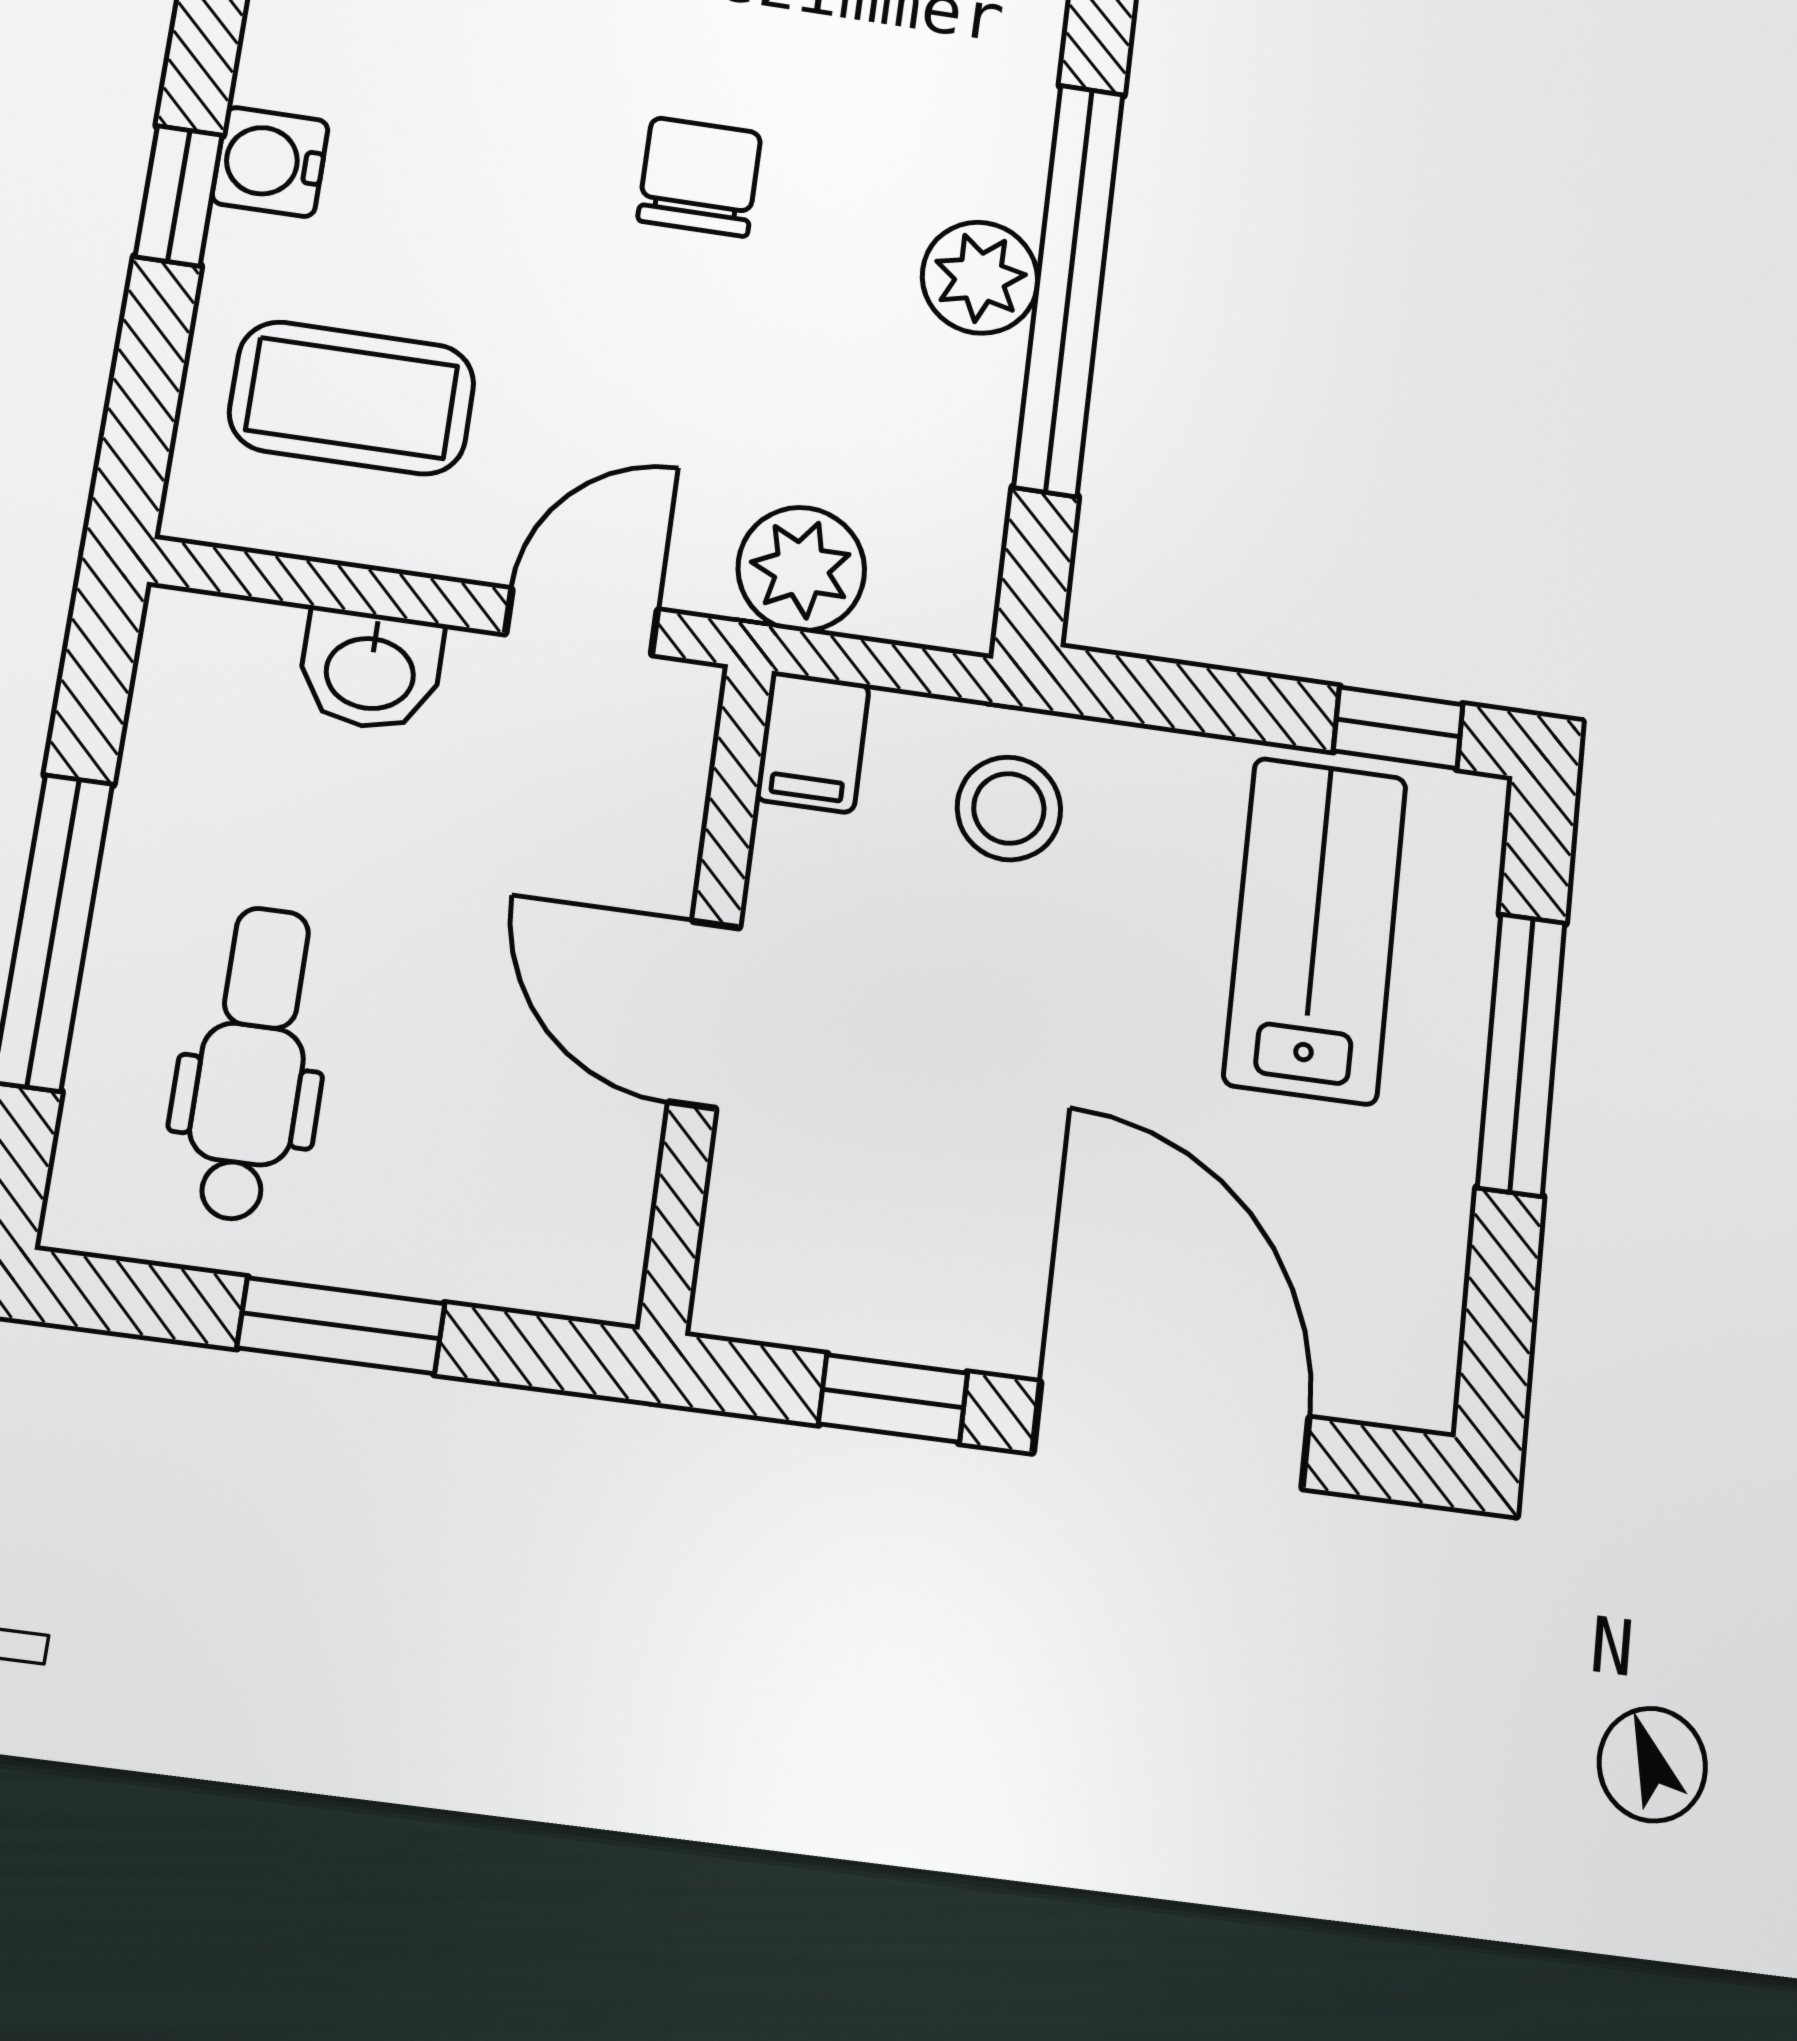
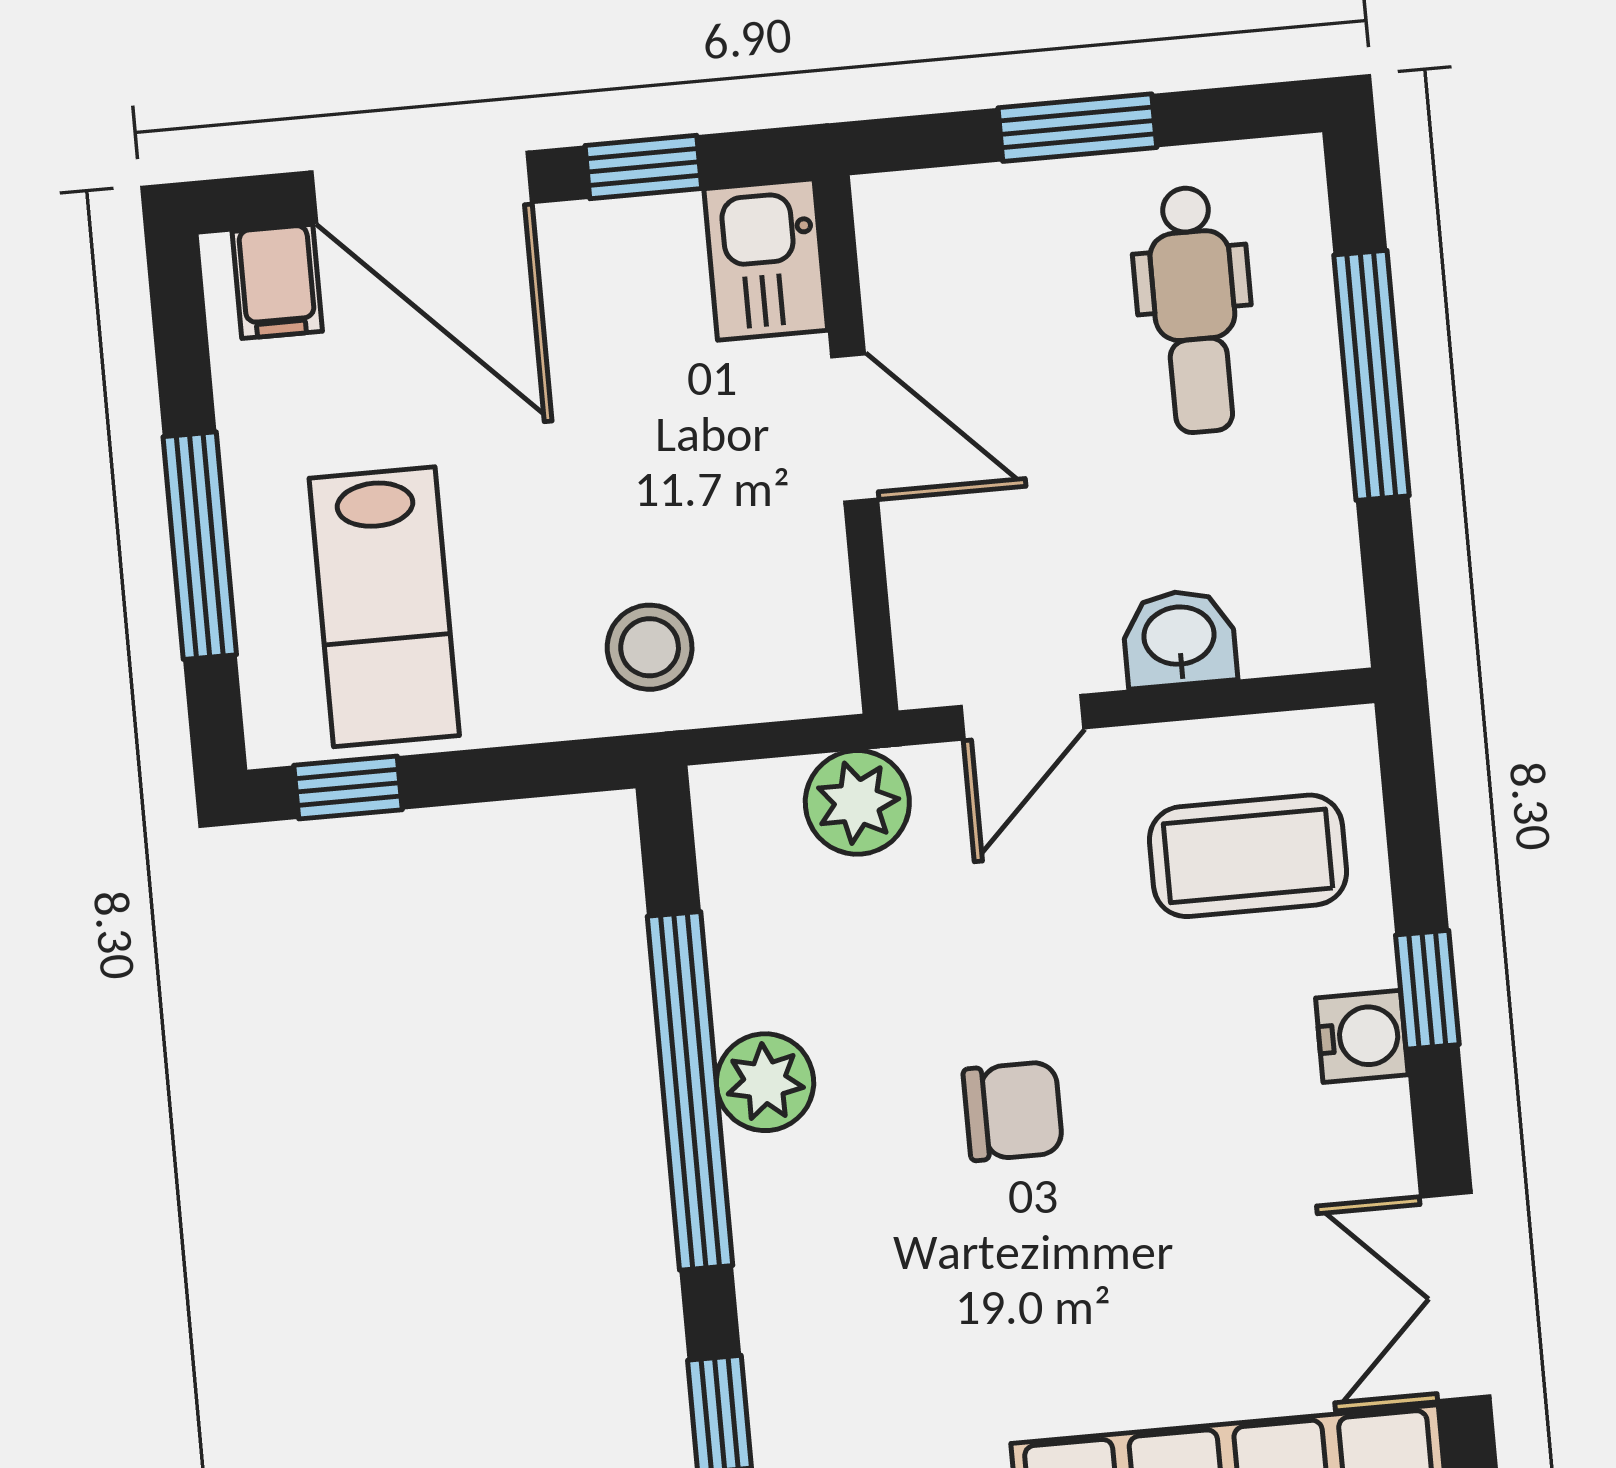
chair: (699, 177) -> (1013, 1111), turned -90
filing cabinet: (812, 742) -> (277, 281), moved, turned 180
kitchen sink: (767, 1248) -> (766, 259), added

